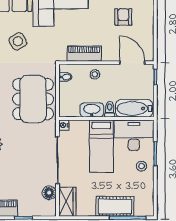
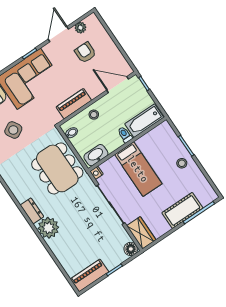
washbasin: (92, 110) -> (96, 155), moved
desk: (134, 135) -> (159, 143), removed
floor lamp: (49, 193) -> (131, 249), moved

